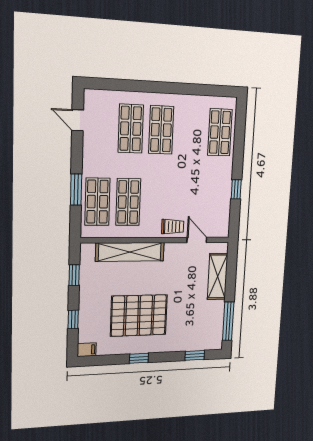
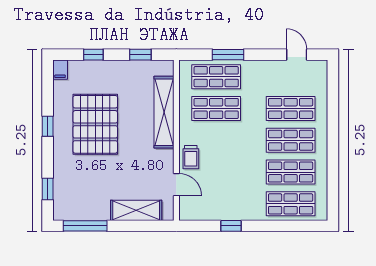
door: (78, 120) -> (297, 55), hinge flipped
shop shelf: (191, 131) -> (291, 172), added
door: (197, 240) -> (176, 185), hinge flipped

